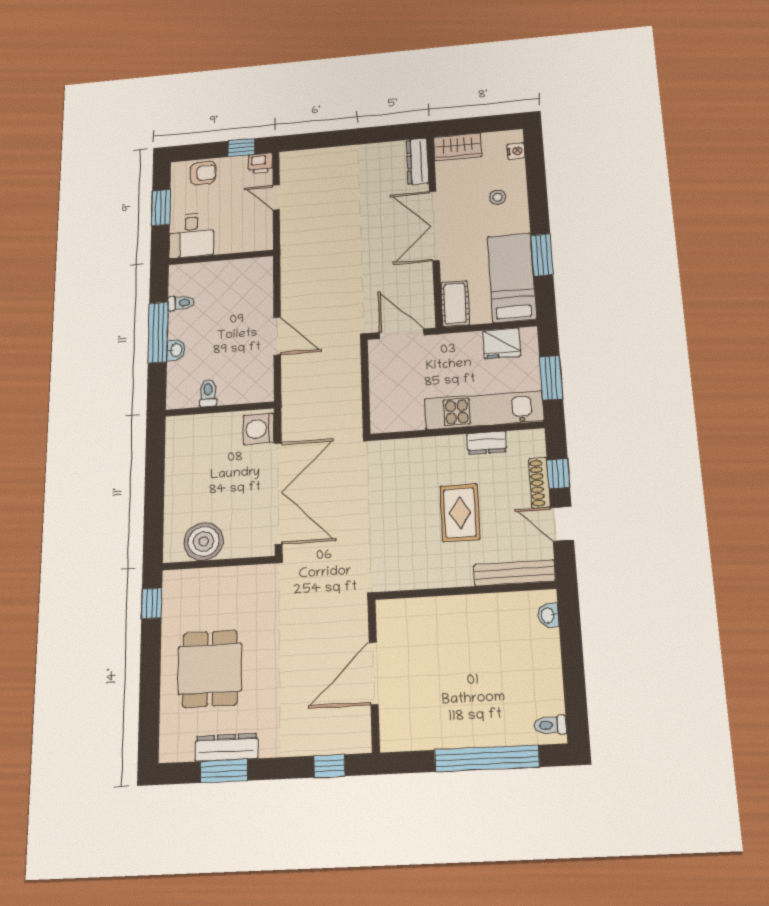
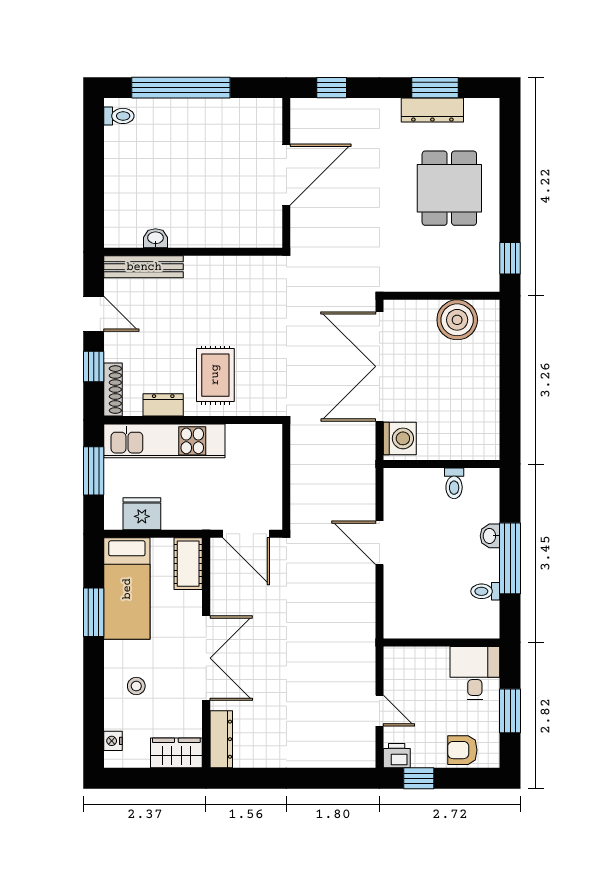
shoe rack: (540, 483) -> (113, 390), moved
rug: (460, 513) -> (215, 375), moved
washbasin: (548, 615) -> (156, 238), moved, turned -90

